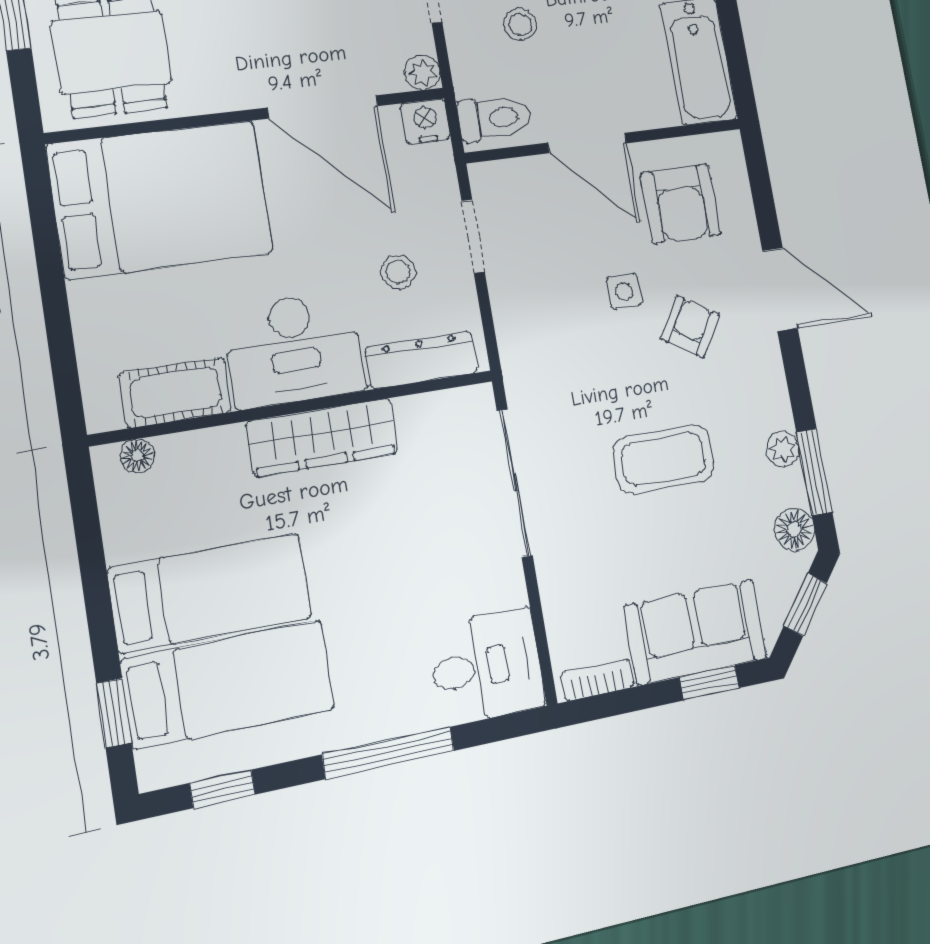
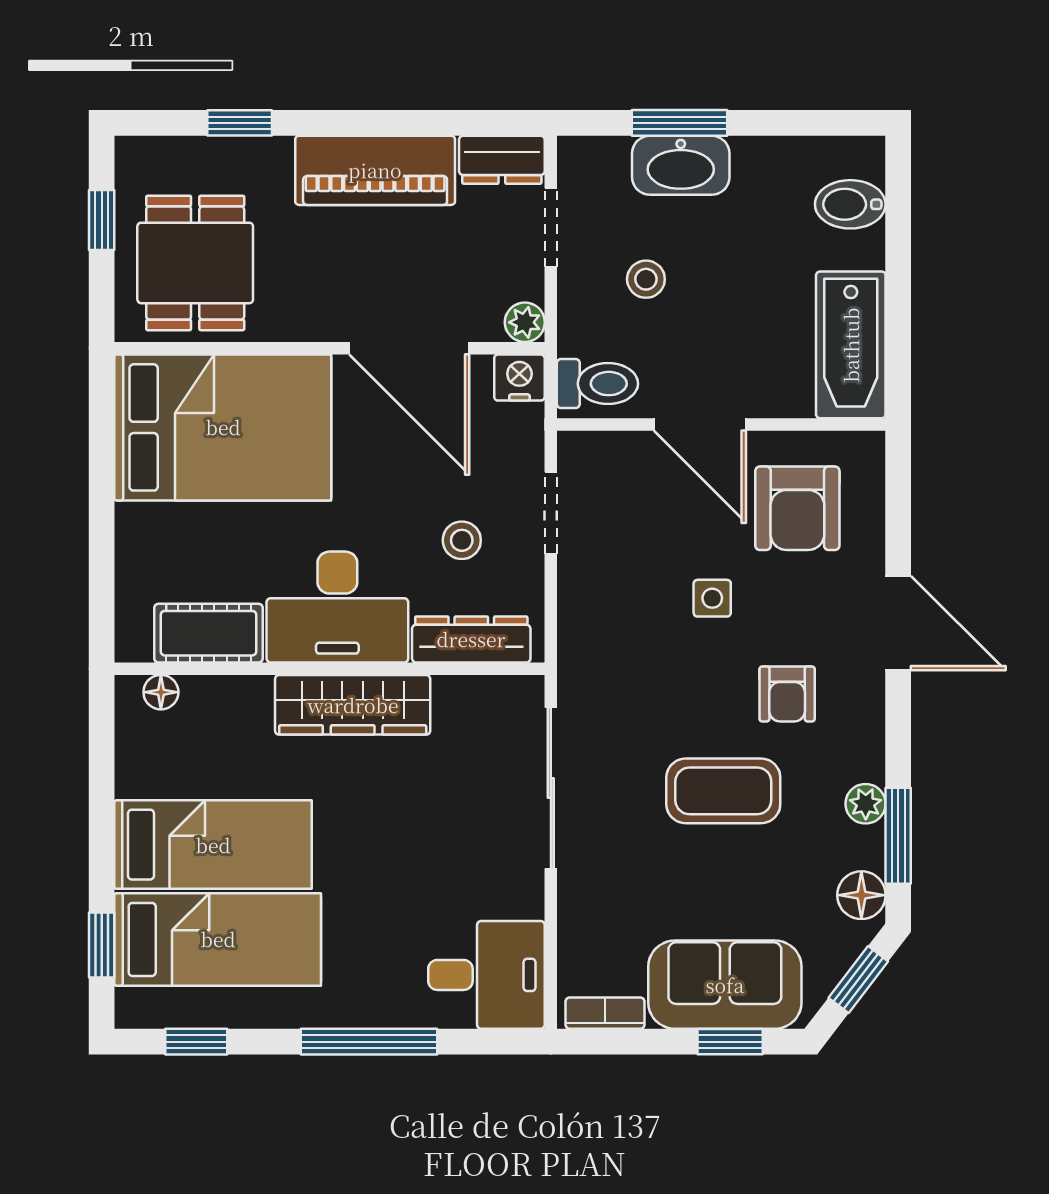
armchair: (690, 327) -> (787, 694), moved, turned 148

